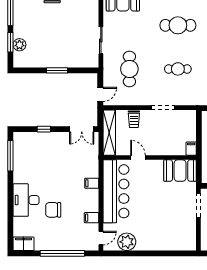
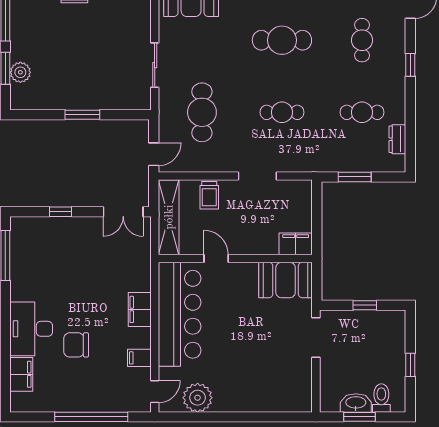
filing cabinet: (191, 149) -> (296, 244), width x2.00
filing cabinet: (92, 183) -> (140, 309), width x2.00
filing cabinet: (24, 244) -> (21, 374), moved, turned 90

